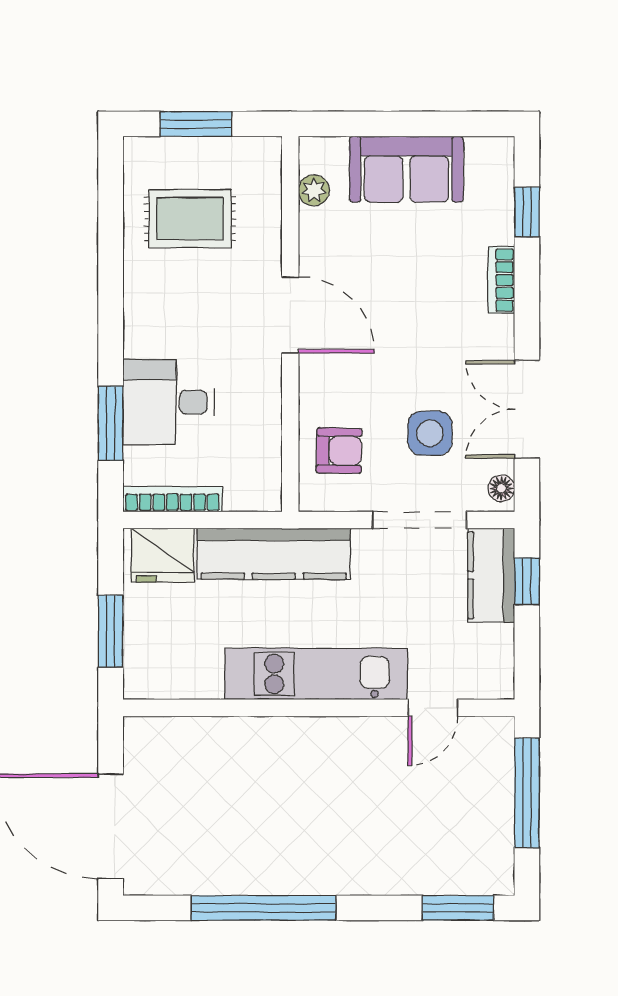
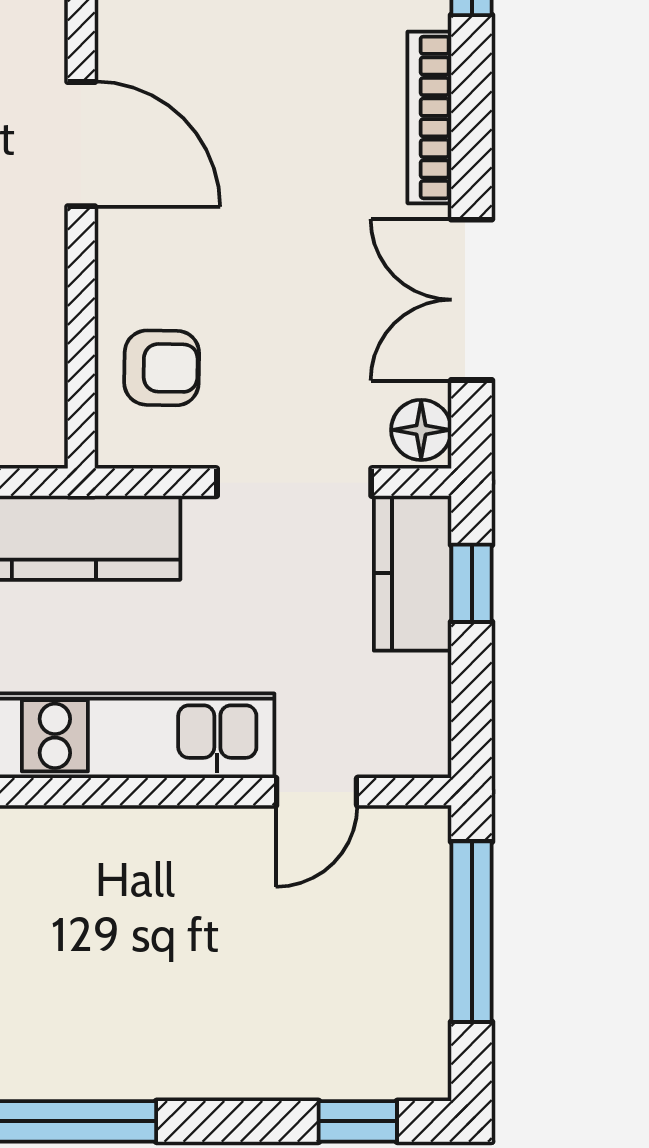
bookcase: (501, 280) -> (429, 117), width x1.56
side table: (430, 433) -> (312, 339), removed
floor lamp: (501, 488) -> (421, 430), width x1.37, depth x1.37
window: (458, 908) -> (358, 1121), width x0.67

